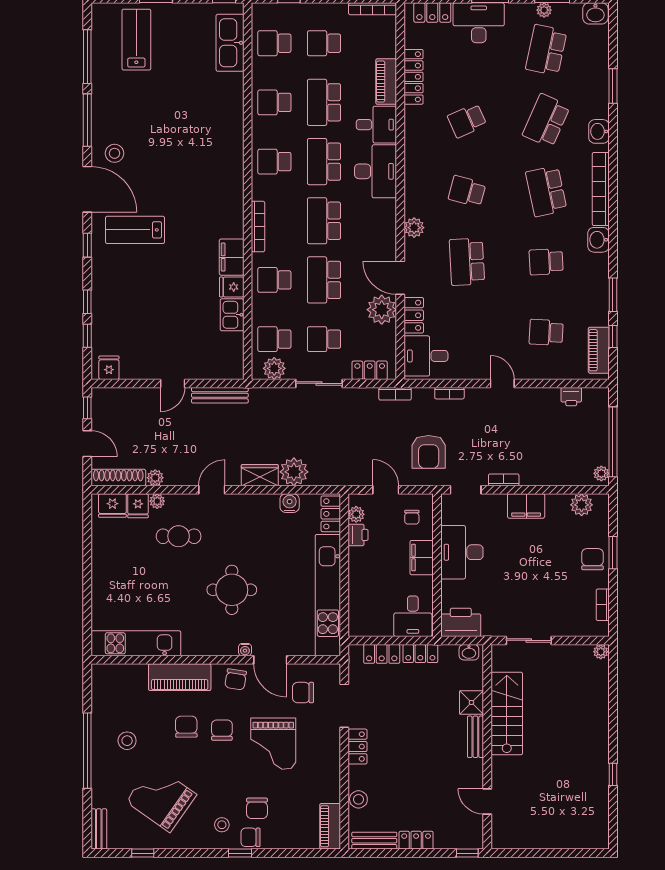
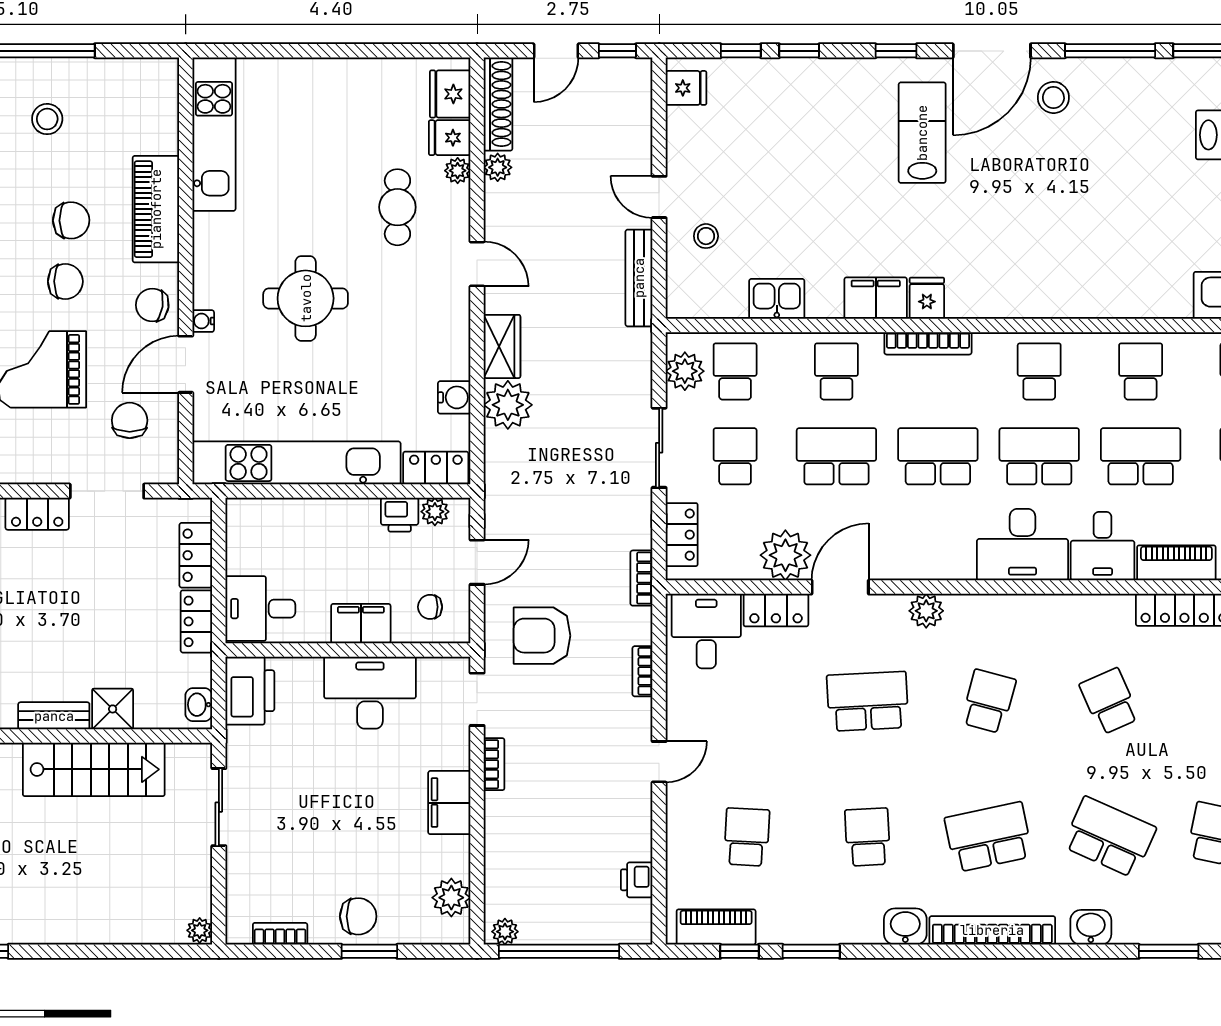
fridge: (232, 287) -> (927, 298), moved
stool: (195, 356) -> (706, 236), added

